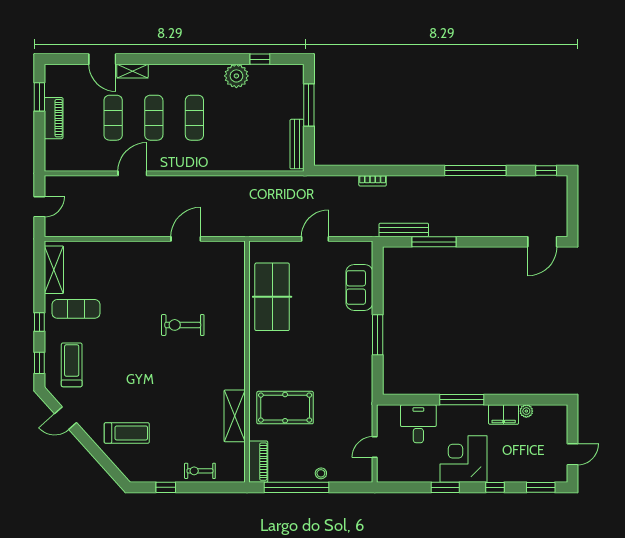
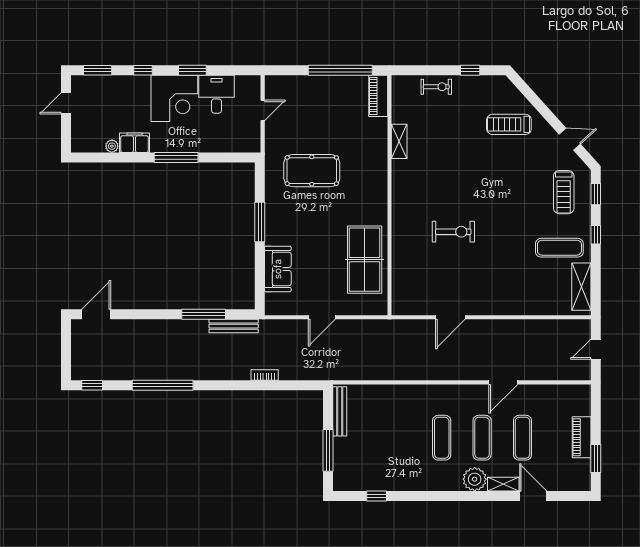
plant: (236, 76) -> (475, 479), moved
pool table: (285, 408) -> (312, 171), moved
shelving: (235, 416) -> (399, 141), width x0.67, depth x0.75
desk: (418, 424) -> (217, 94), moved, turned 180
stool: (321, 473) -> (316, 84), removed

